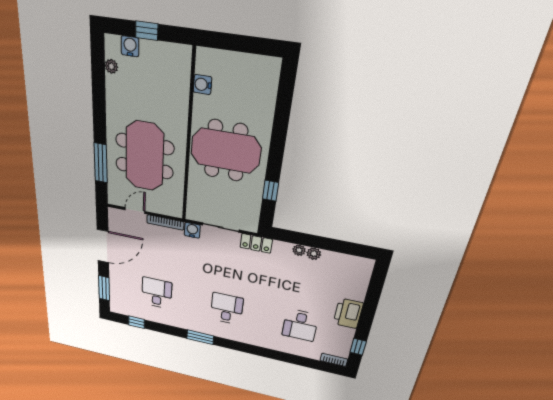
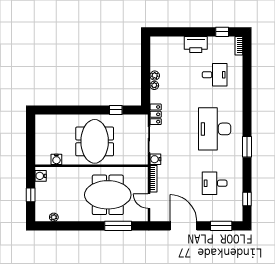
water cooler: (130, 46) -> (41, 176), moved
desk: (227, 309) -> (215, 129), width x1.87, depth x1.30

